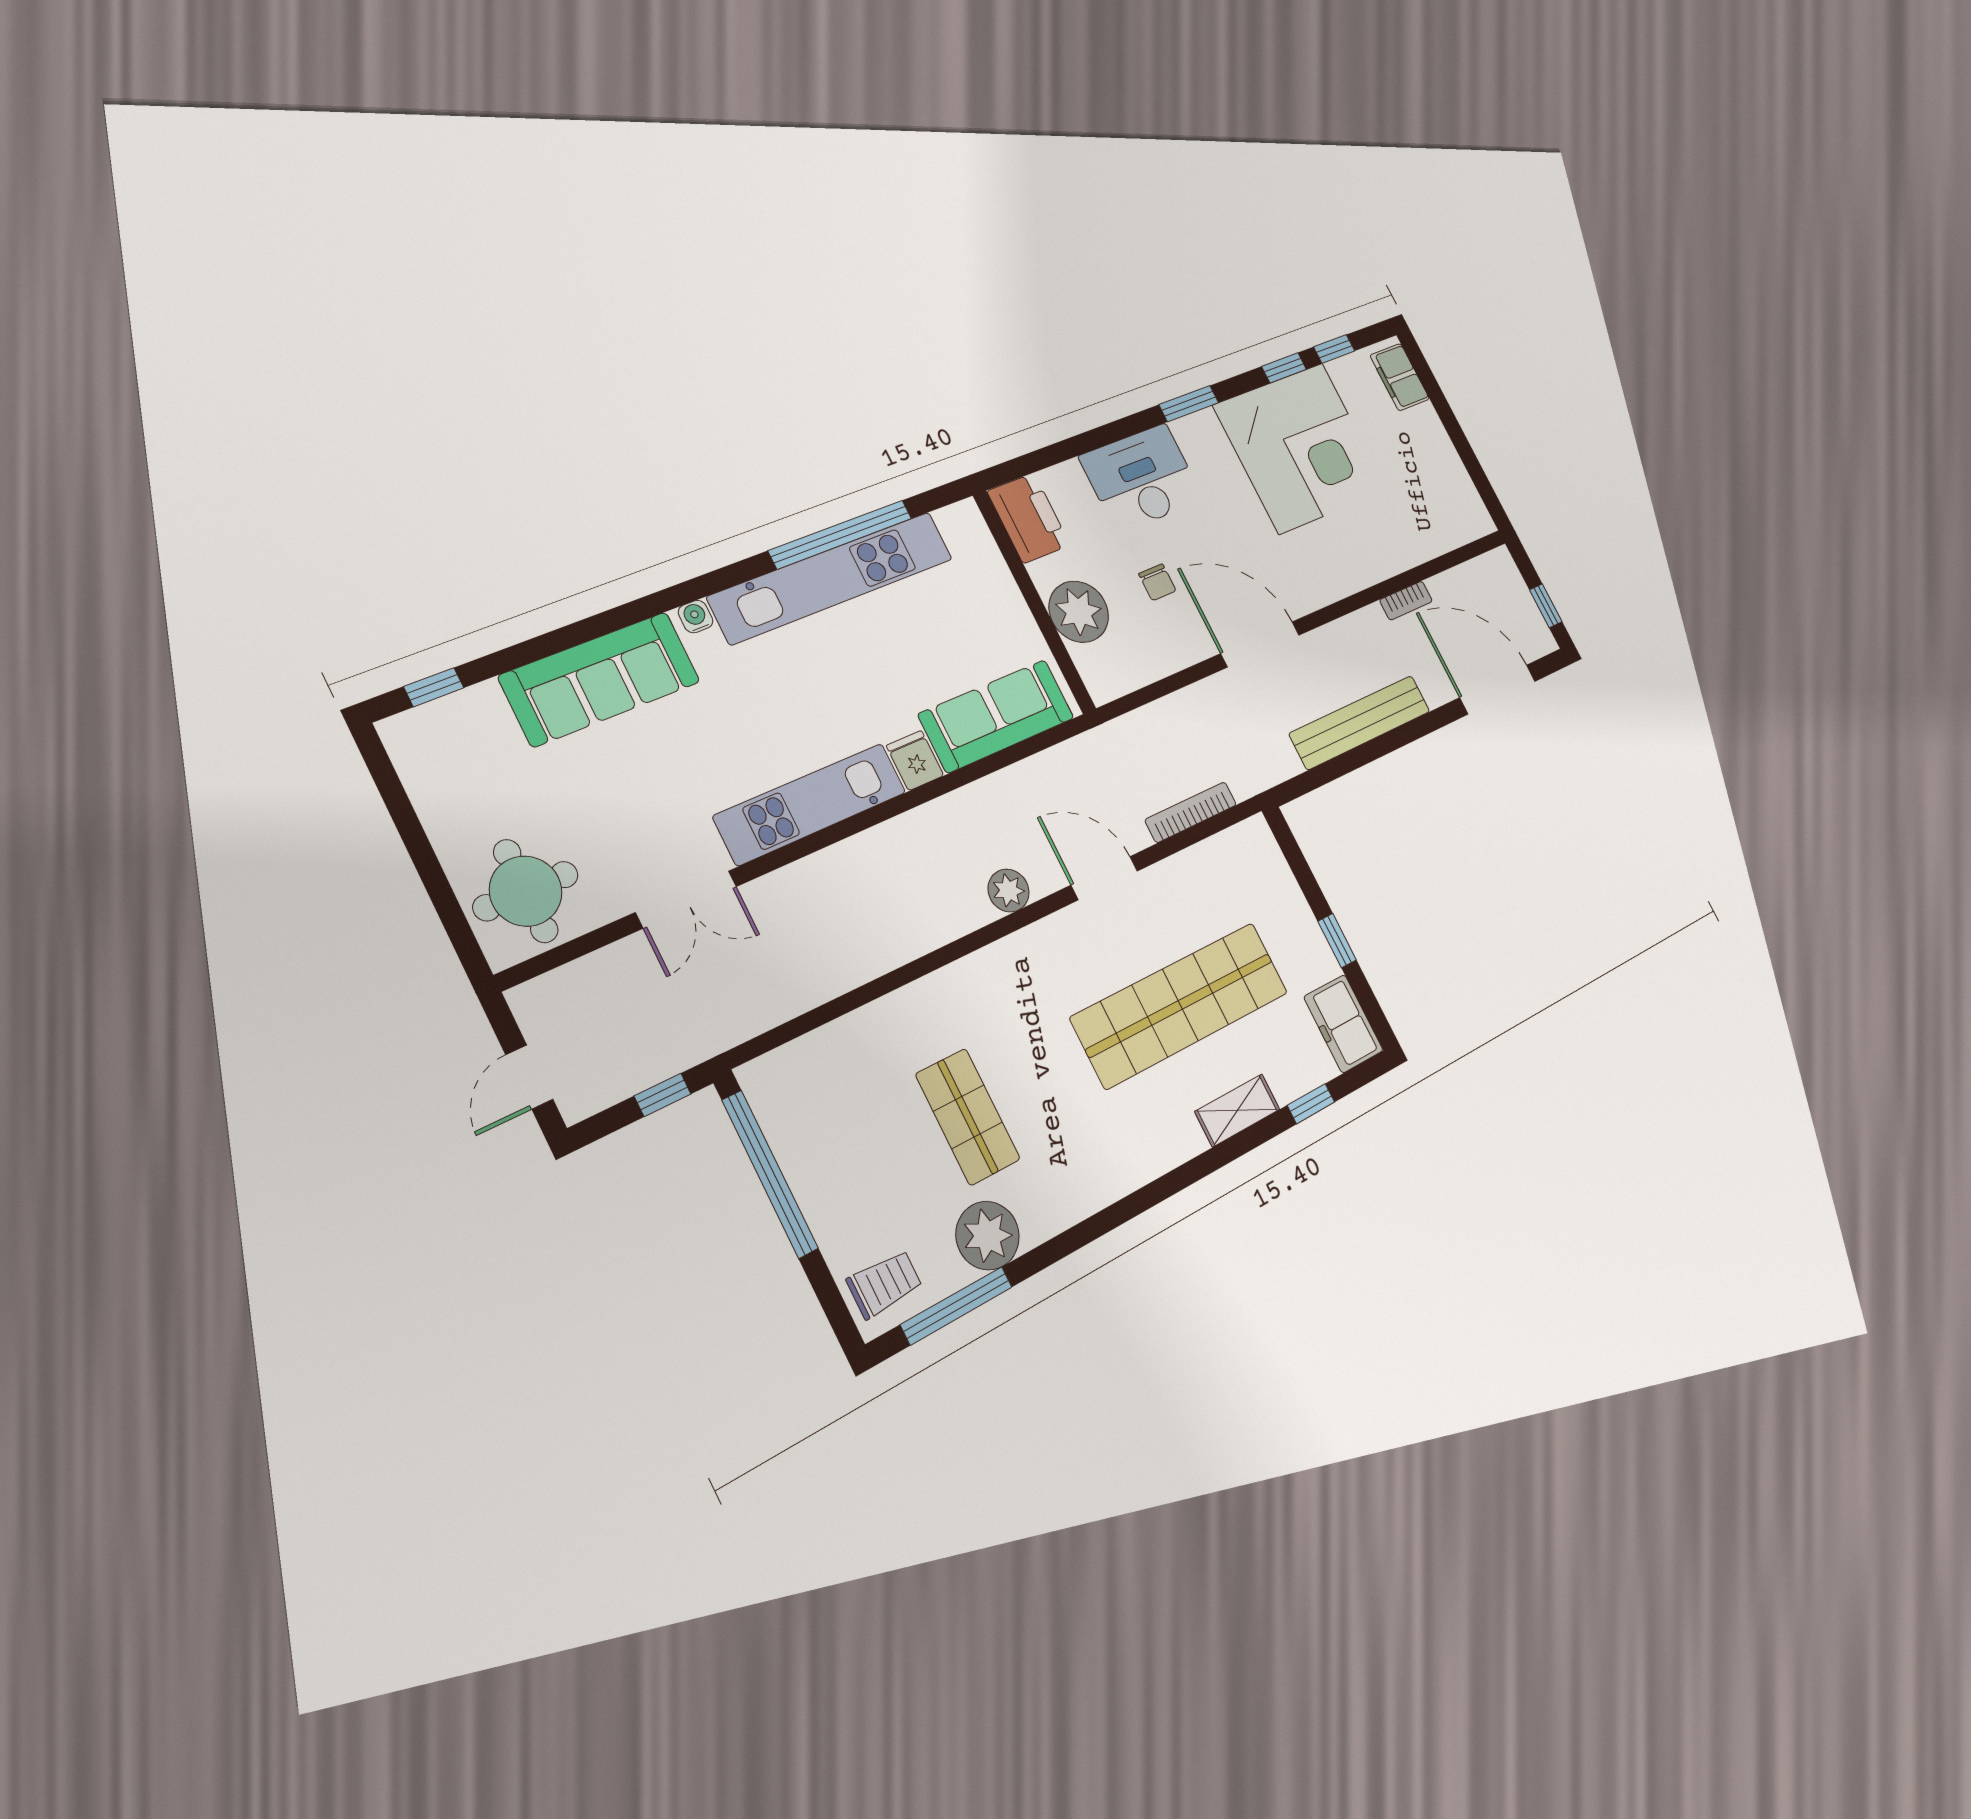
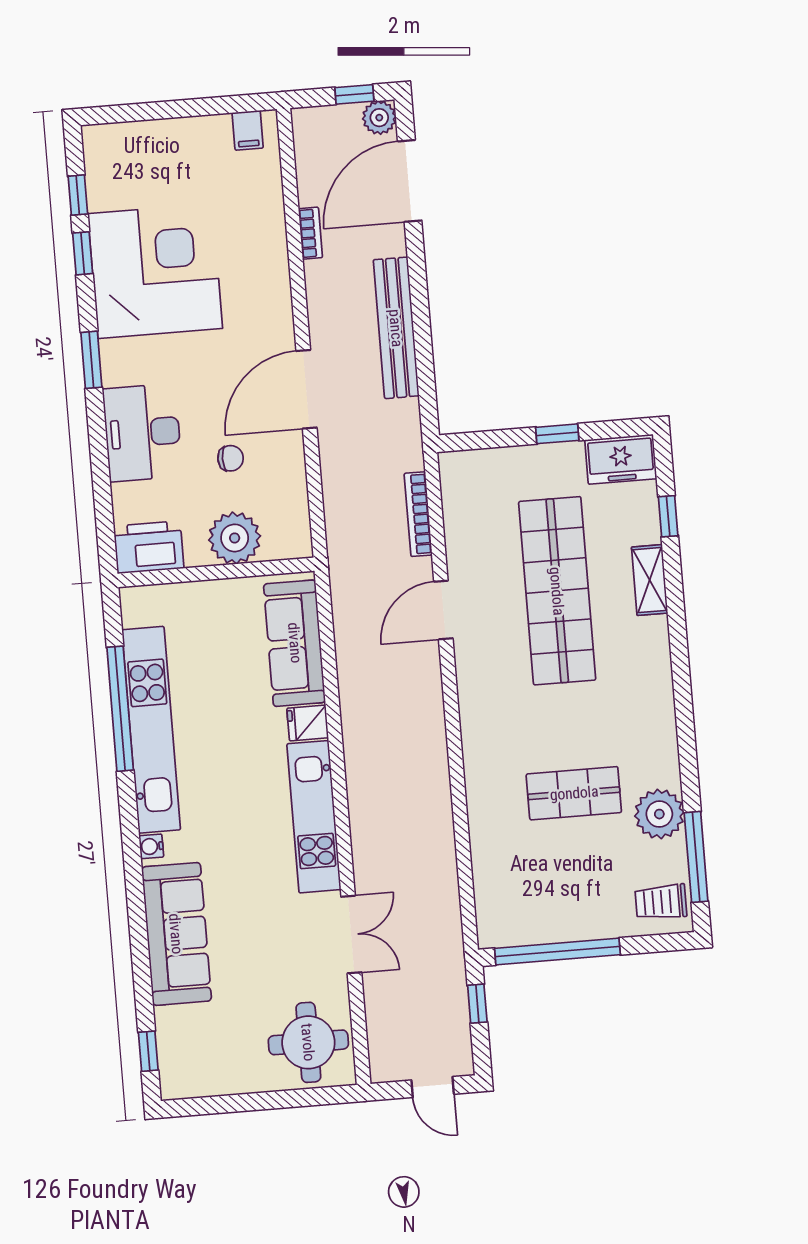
filing cabinet: (1400, 377) -> (248, 130), moved, width x0.50
plant: (1009, 891) -> (379, 118), moved
trolley: (885, 1284) -> (661, 902), turned -90

